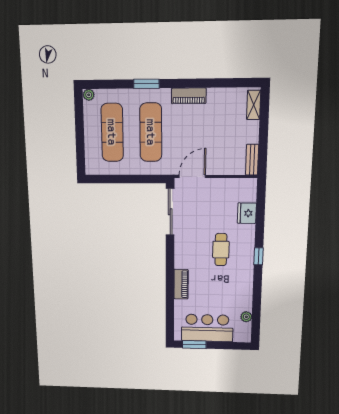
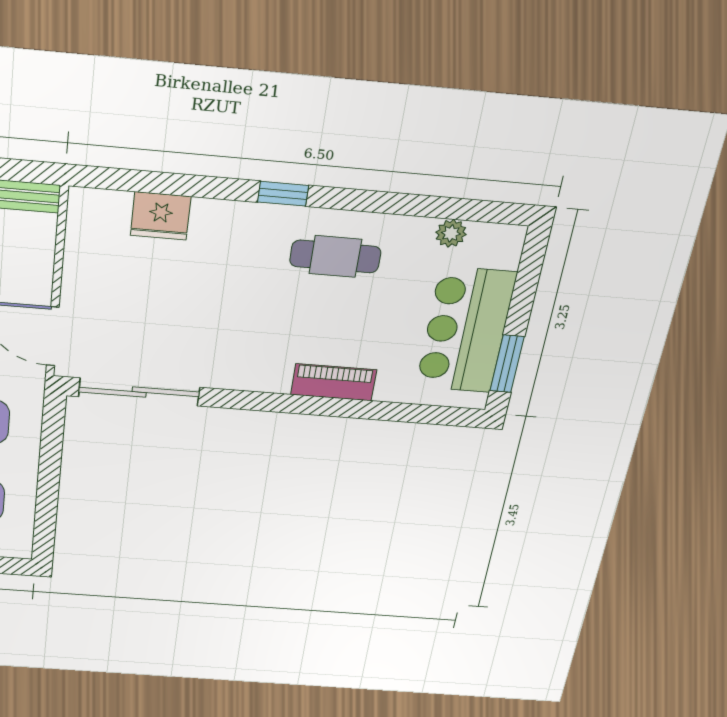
cafe table: (221, 250) -> (335, 256), moved

